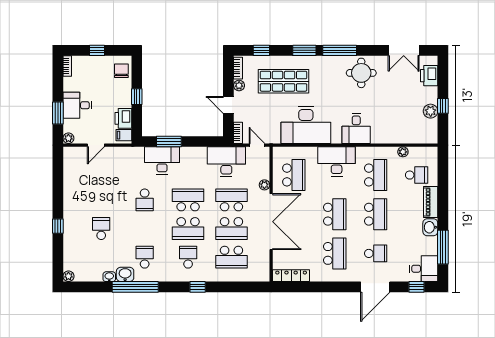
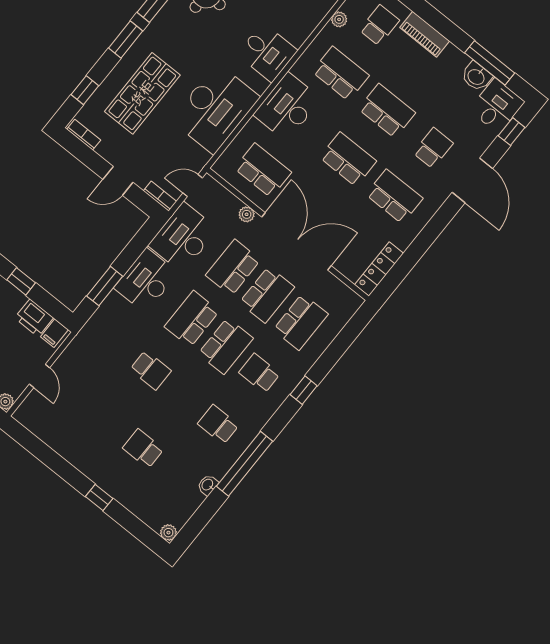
plant: (239, 86) -> (105, 150), removed
desk: (162, 160) -> (146, 281), moved
washbasin: (430, 227) -> (476, 77), moved
washbasin: (125, 274) -> (220, 464), removed

